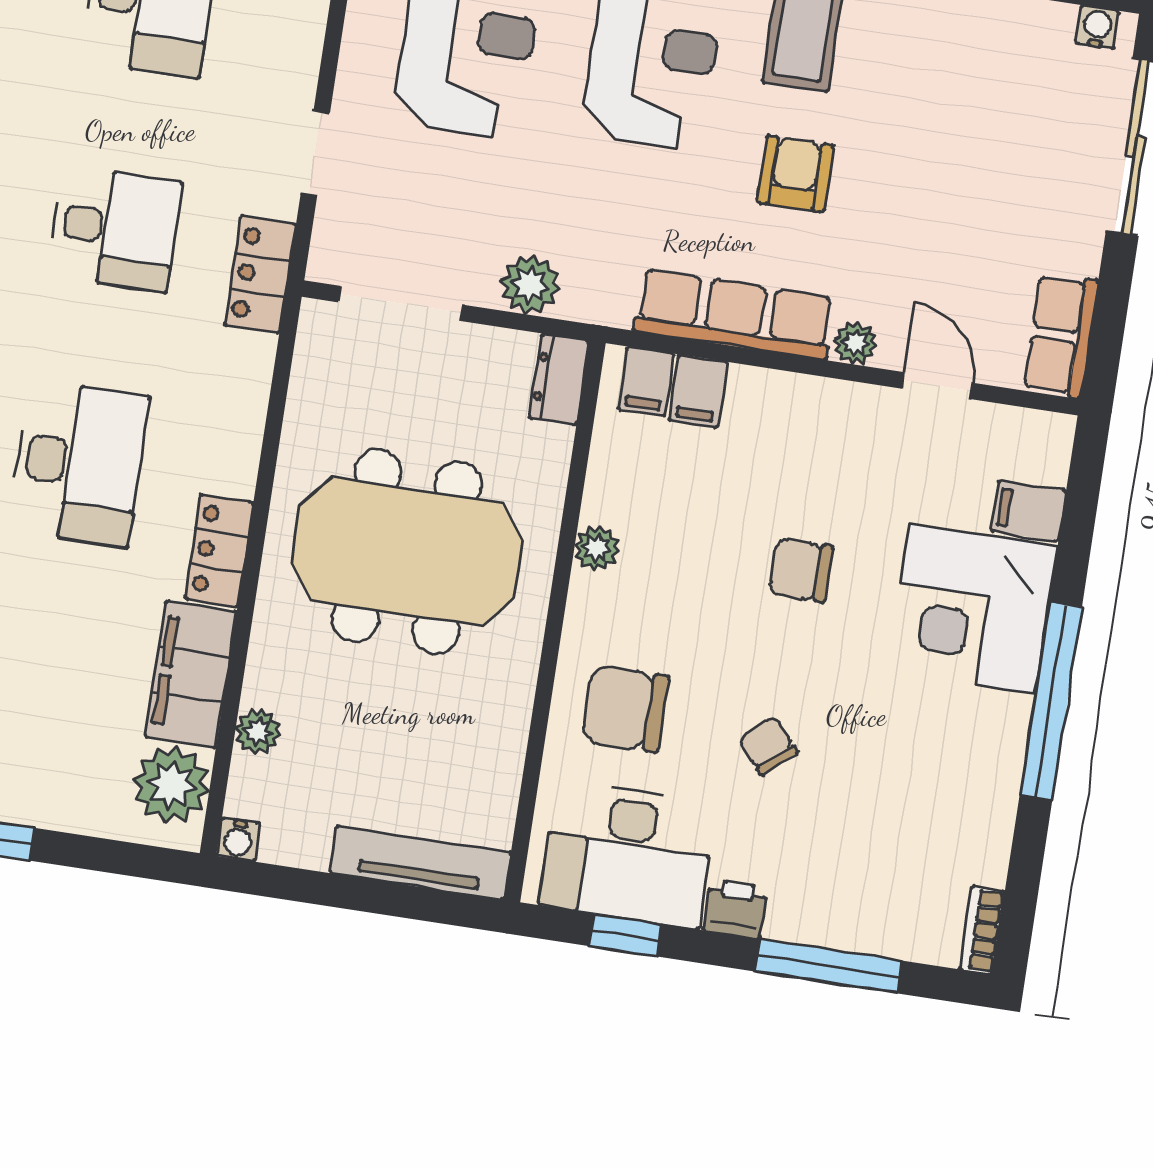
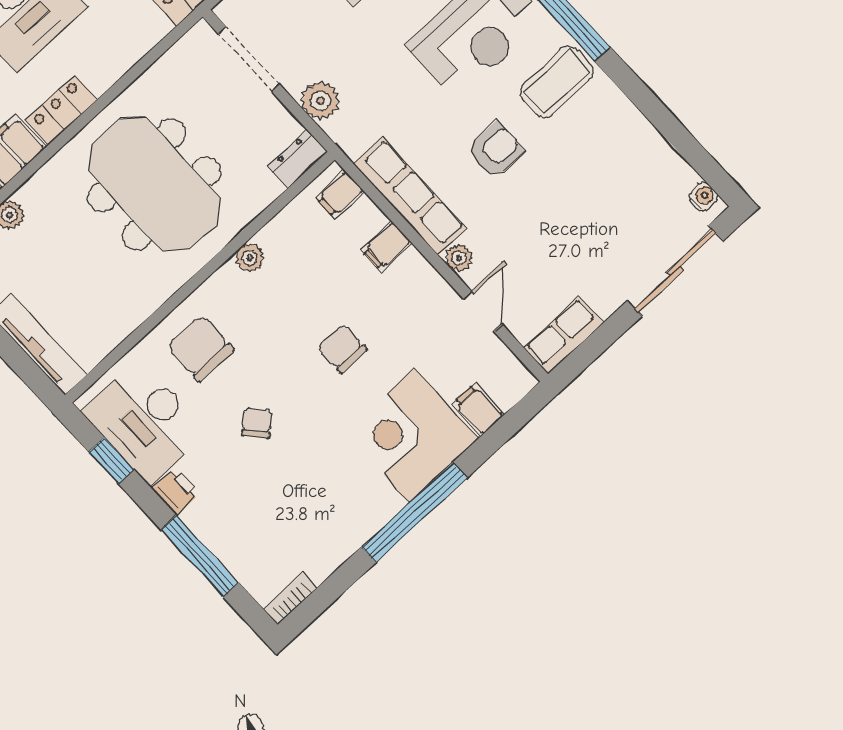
filing cabinet: (698, 391) -> (387, 246), moved

